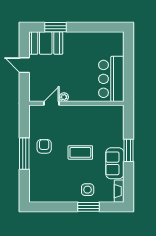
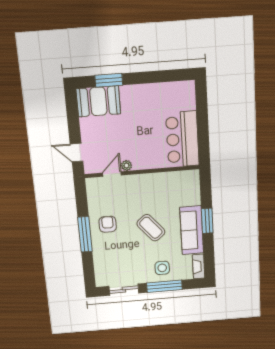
door: (24, 65) -> (77, 153), moved
coffee table: (80, 152) -> (151, 228), turned 50
sofa: (115, 163) -> (192, 230), width x1.36
sliding door: (53, 207) -> (124, 290), added
window: (88, 207) -> (165, 286), width x1.44

